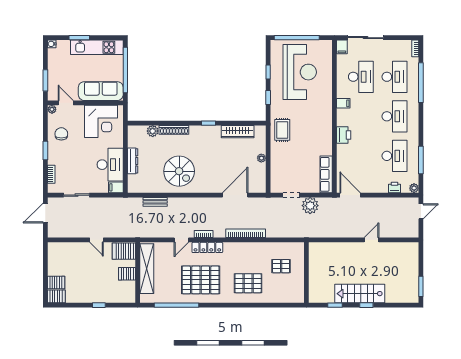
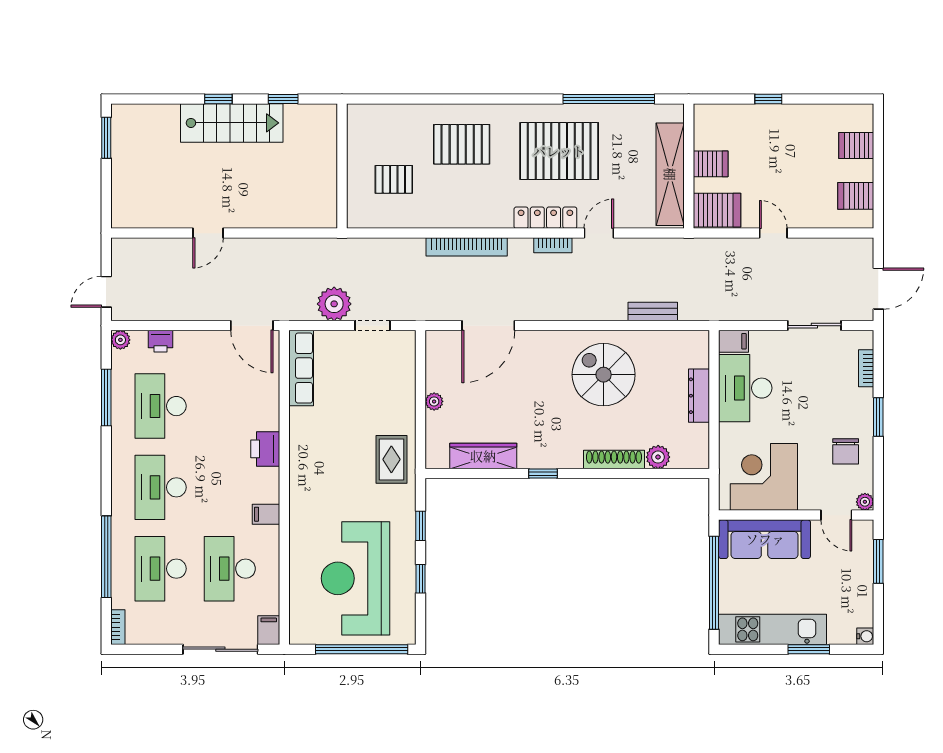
server rack: (56, 296) -> (856, 196), moved

